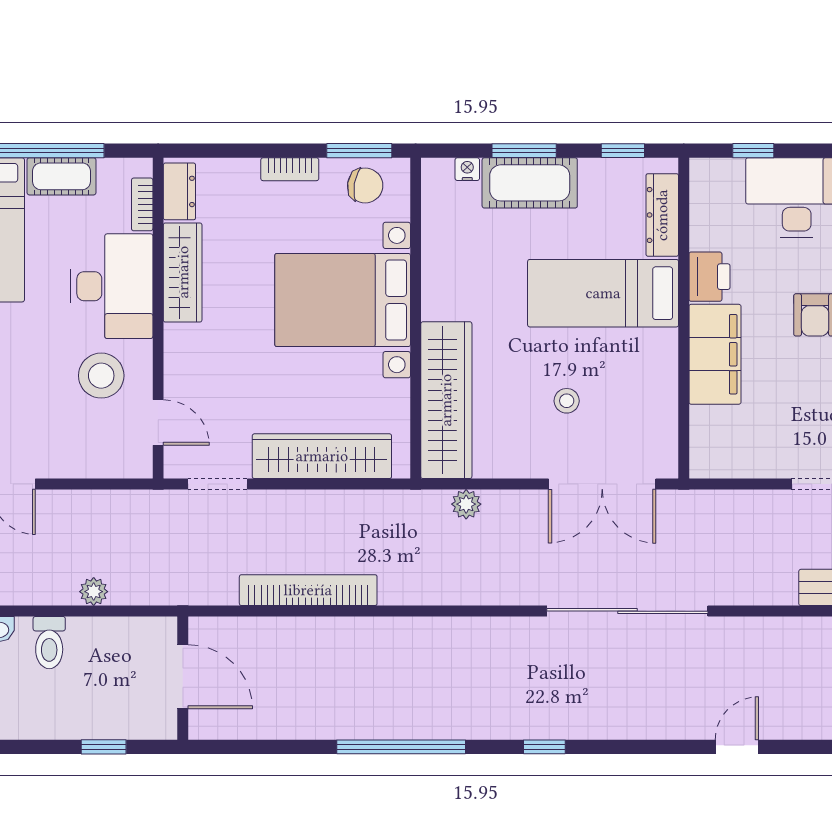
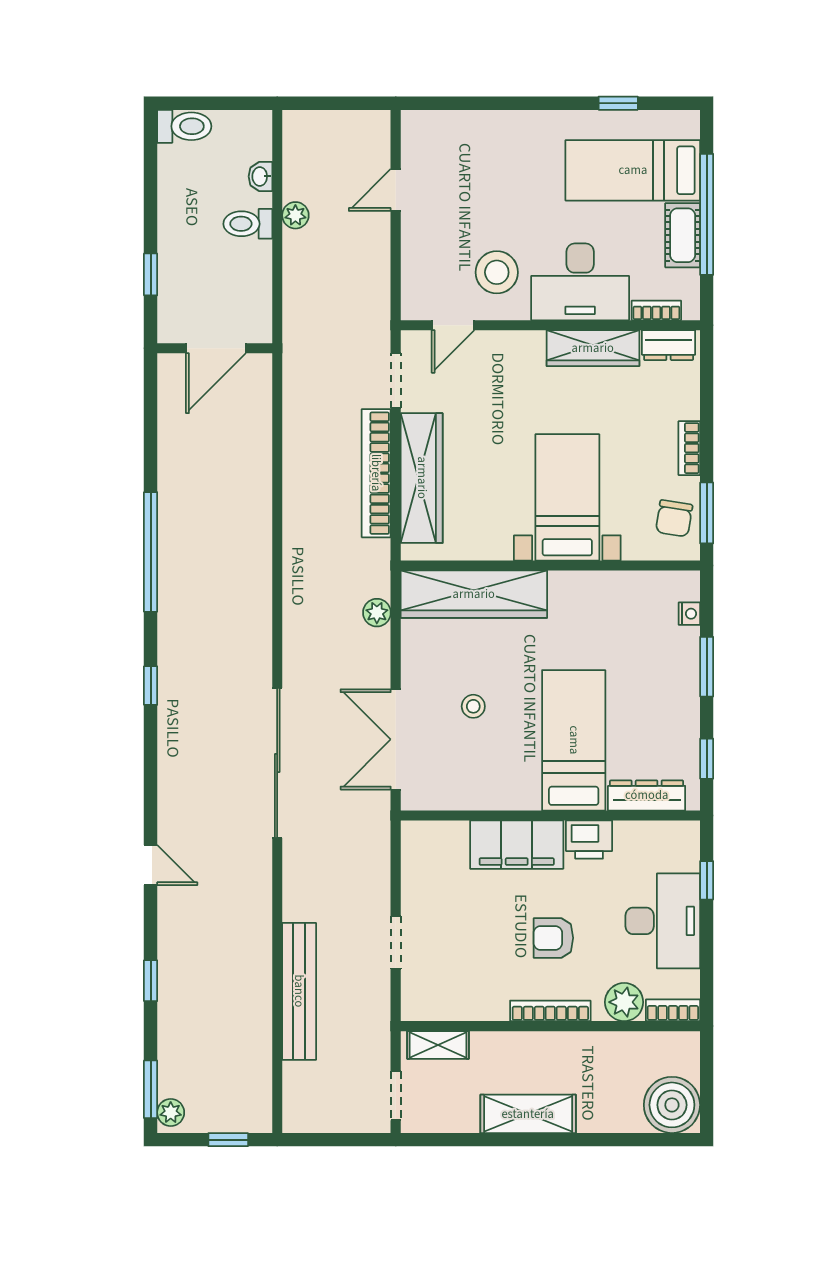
cot: (530, 183) -> (676, 672), removed
bed with nightstands: (343, 300) -> (567, 497), width x0.73
bookcase: (308, 590) -> (376, 473), moved, turned 180
plant: (94, 592) -> (295, 215), moved

